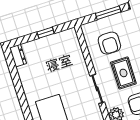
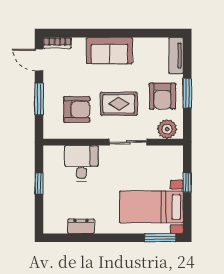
dresser: (18, 56) -> (81, 226), moved
desk: (70, 59) -> (81, 163), added

